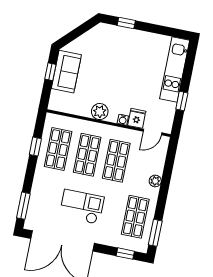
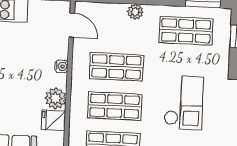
fridge: (137, 118) -> (53, 120), moved
checkout: (82, 207) -> (184, 103), turned 180

